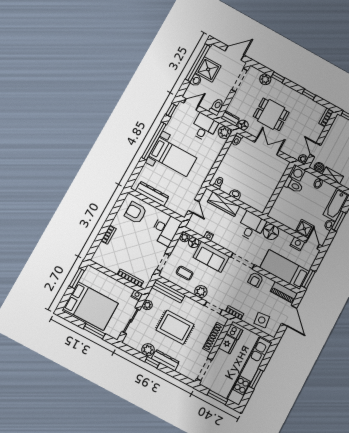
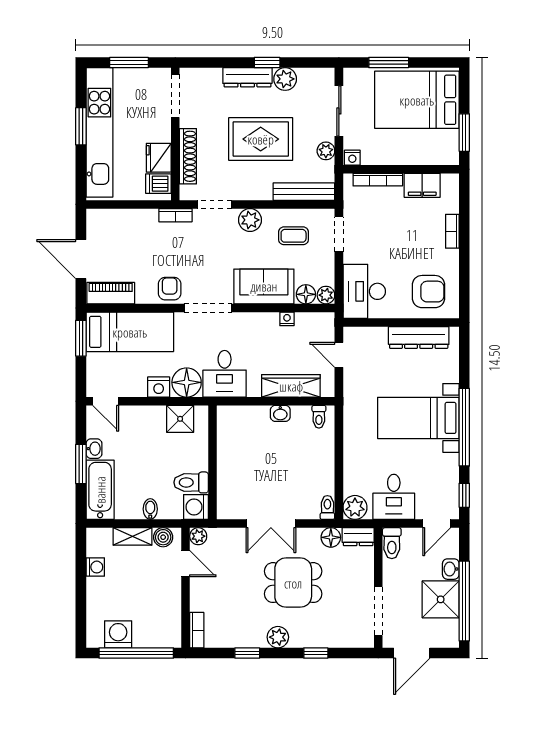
plant: (265, 79) -> (278, 637), moved
shower: (304, 229) -> (180, 419), moved
nightstand: (297, 244) -> (159, 387), moved
filing cabinet: (111, 264) -> (422, 185), added
side table: (262, 320) -> (123, 227), removed

